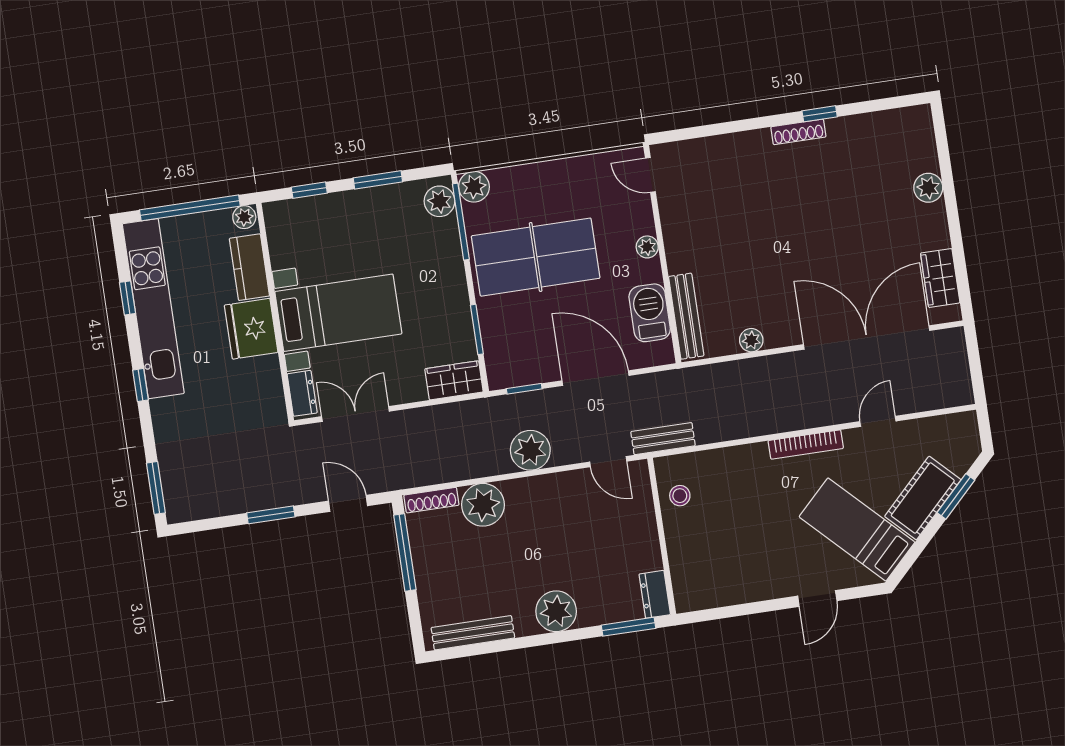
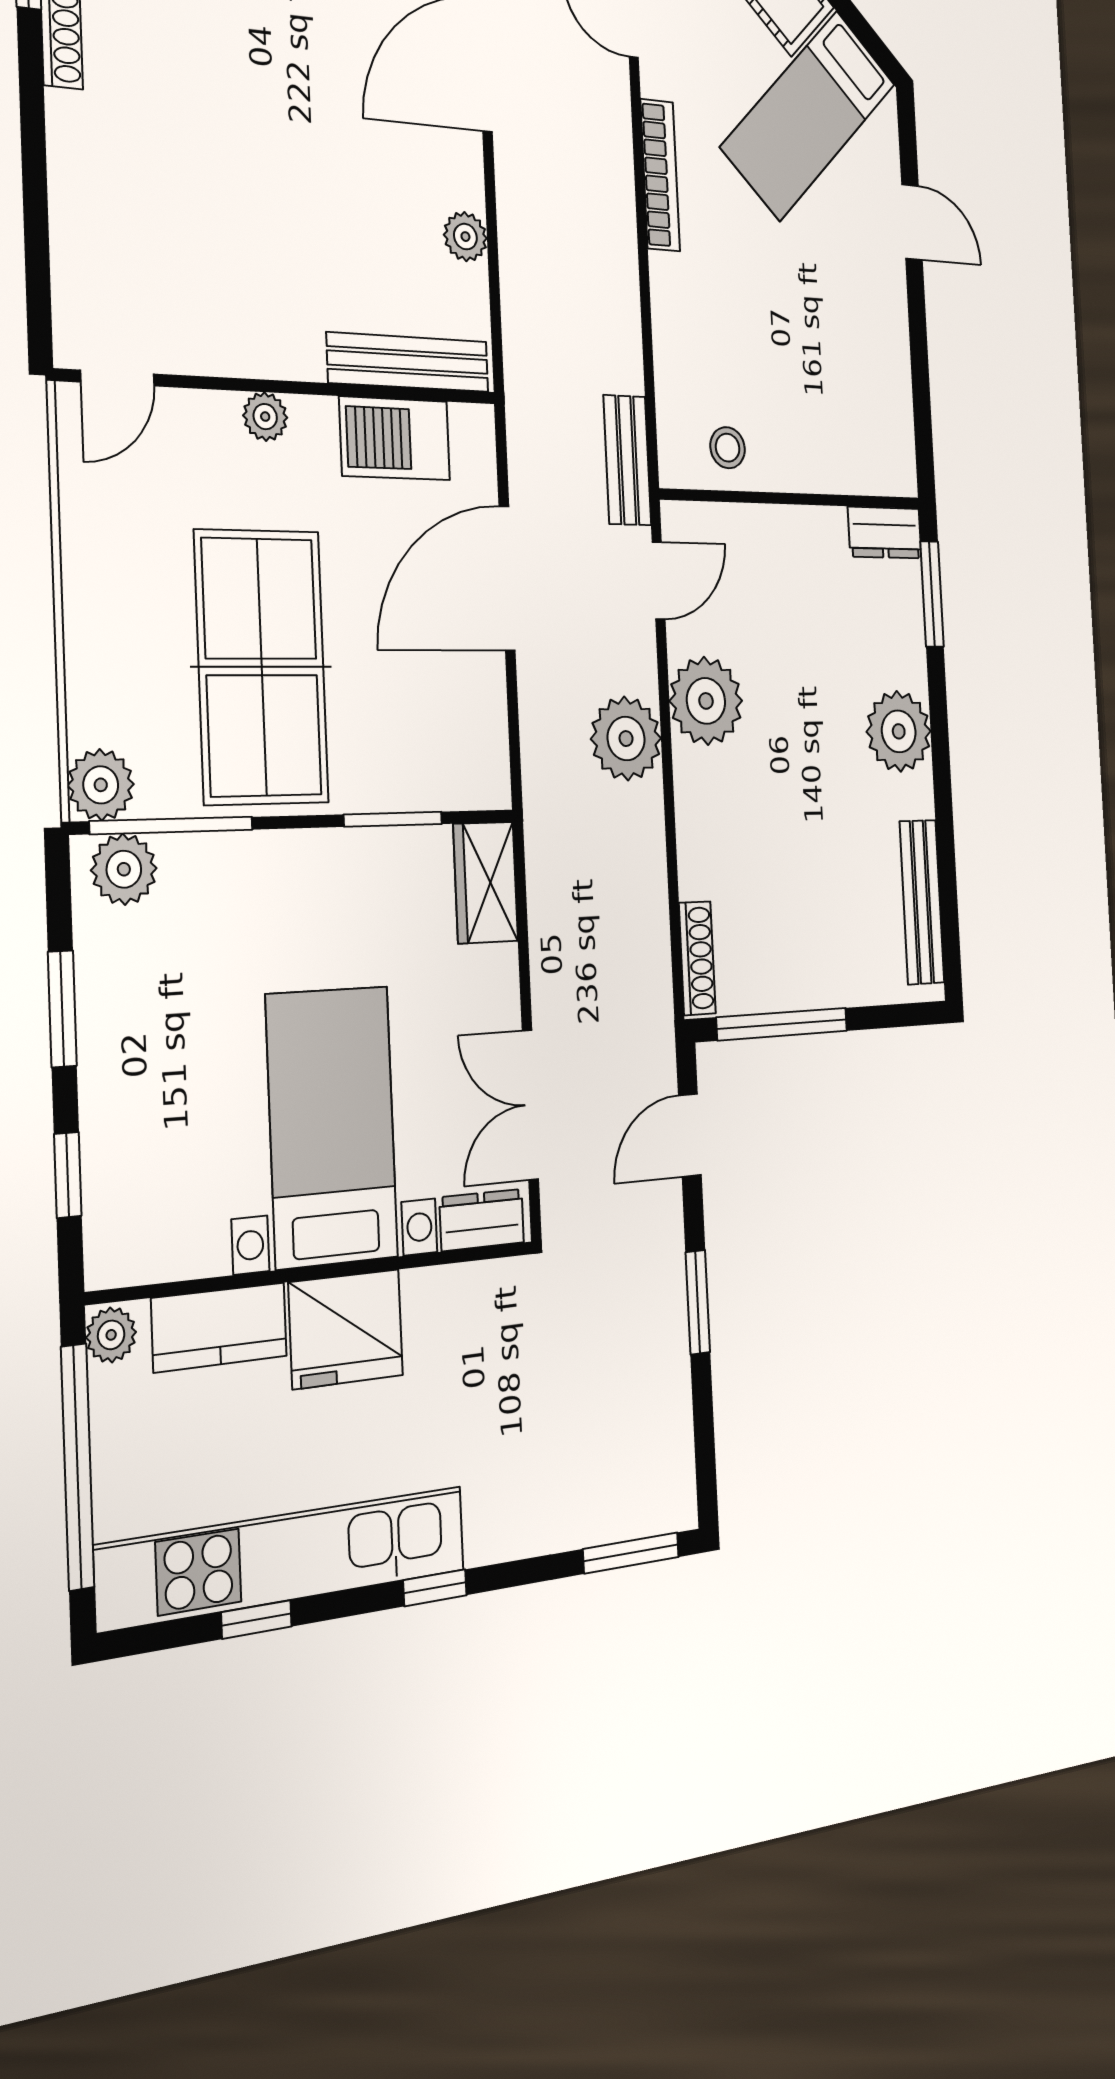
window: (524, 389) -> (514, 733), removed
plant: (483, 505) -> (706, 701), moved

